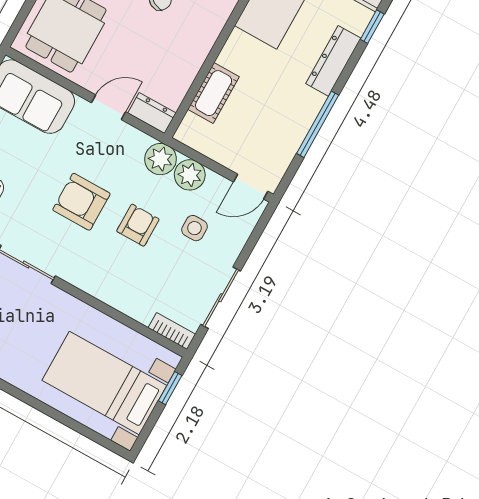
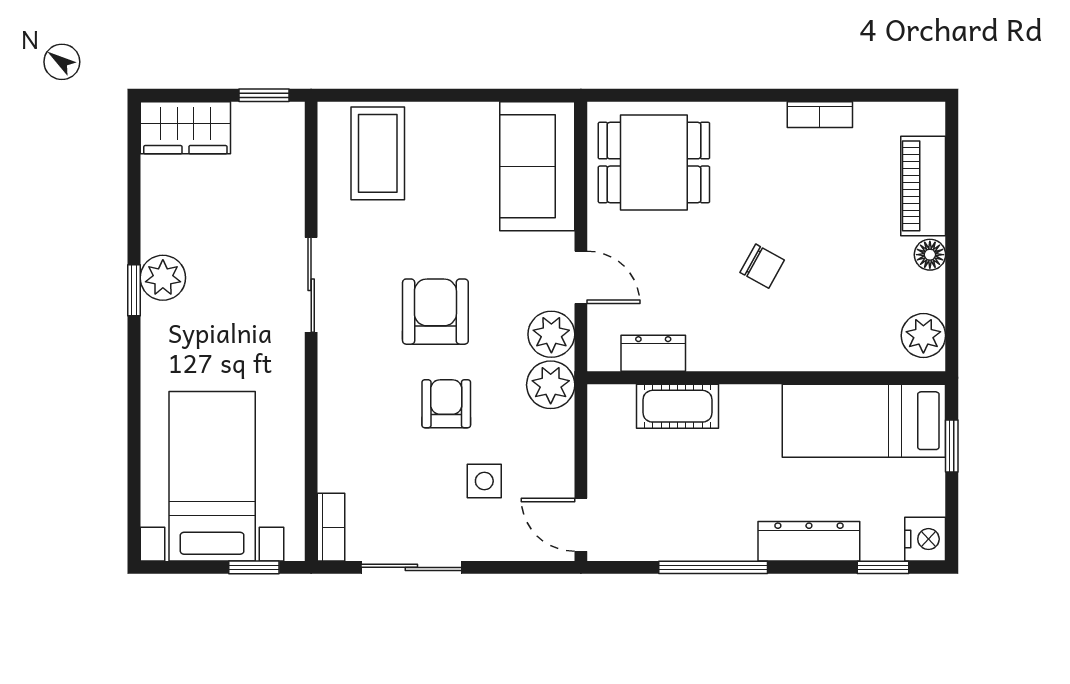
dresser: (152, 113) -> (653, 353), moved, turned -90
plant: (190, 175) -> (551, 334), moved
armchair: (138, 225) -> (446, 404), turned -90

